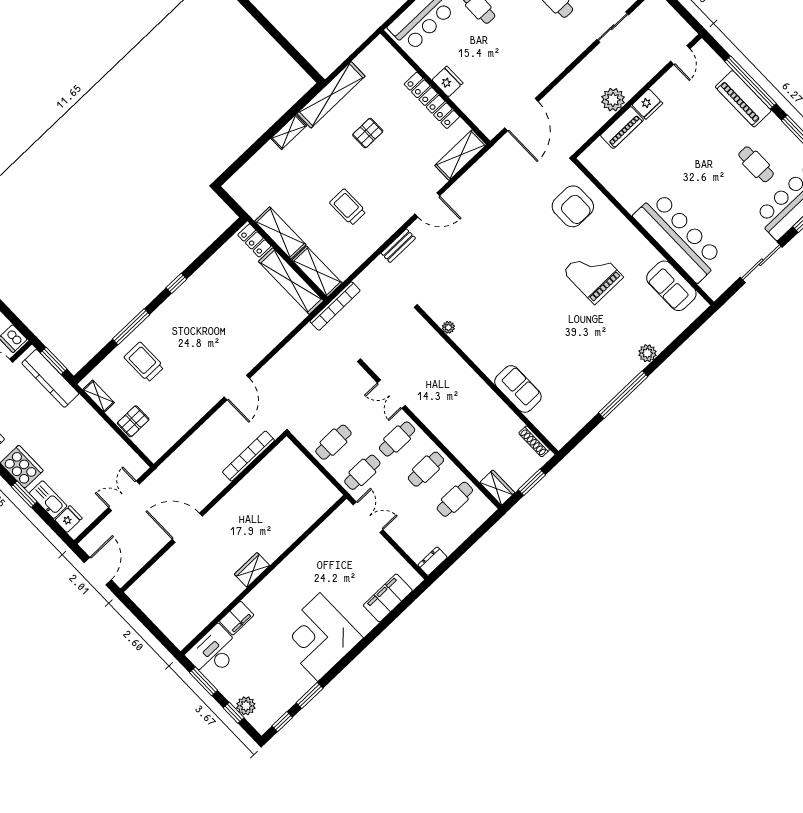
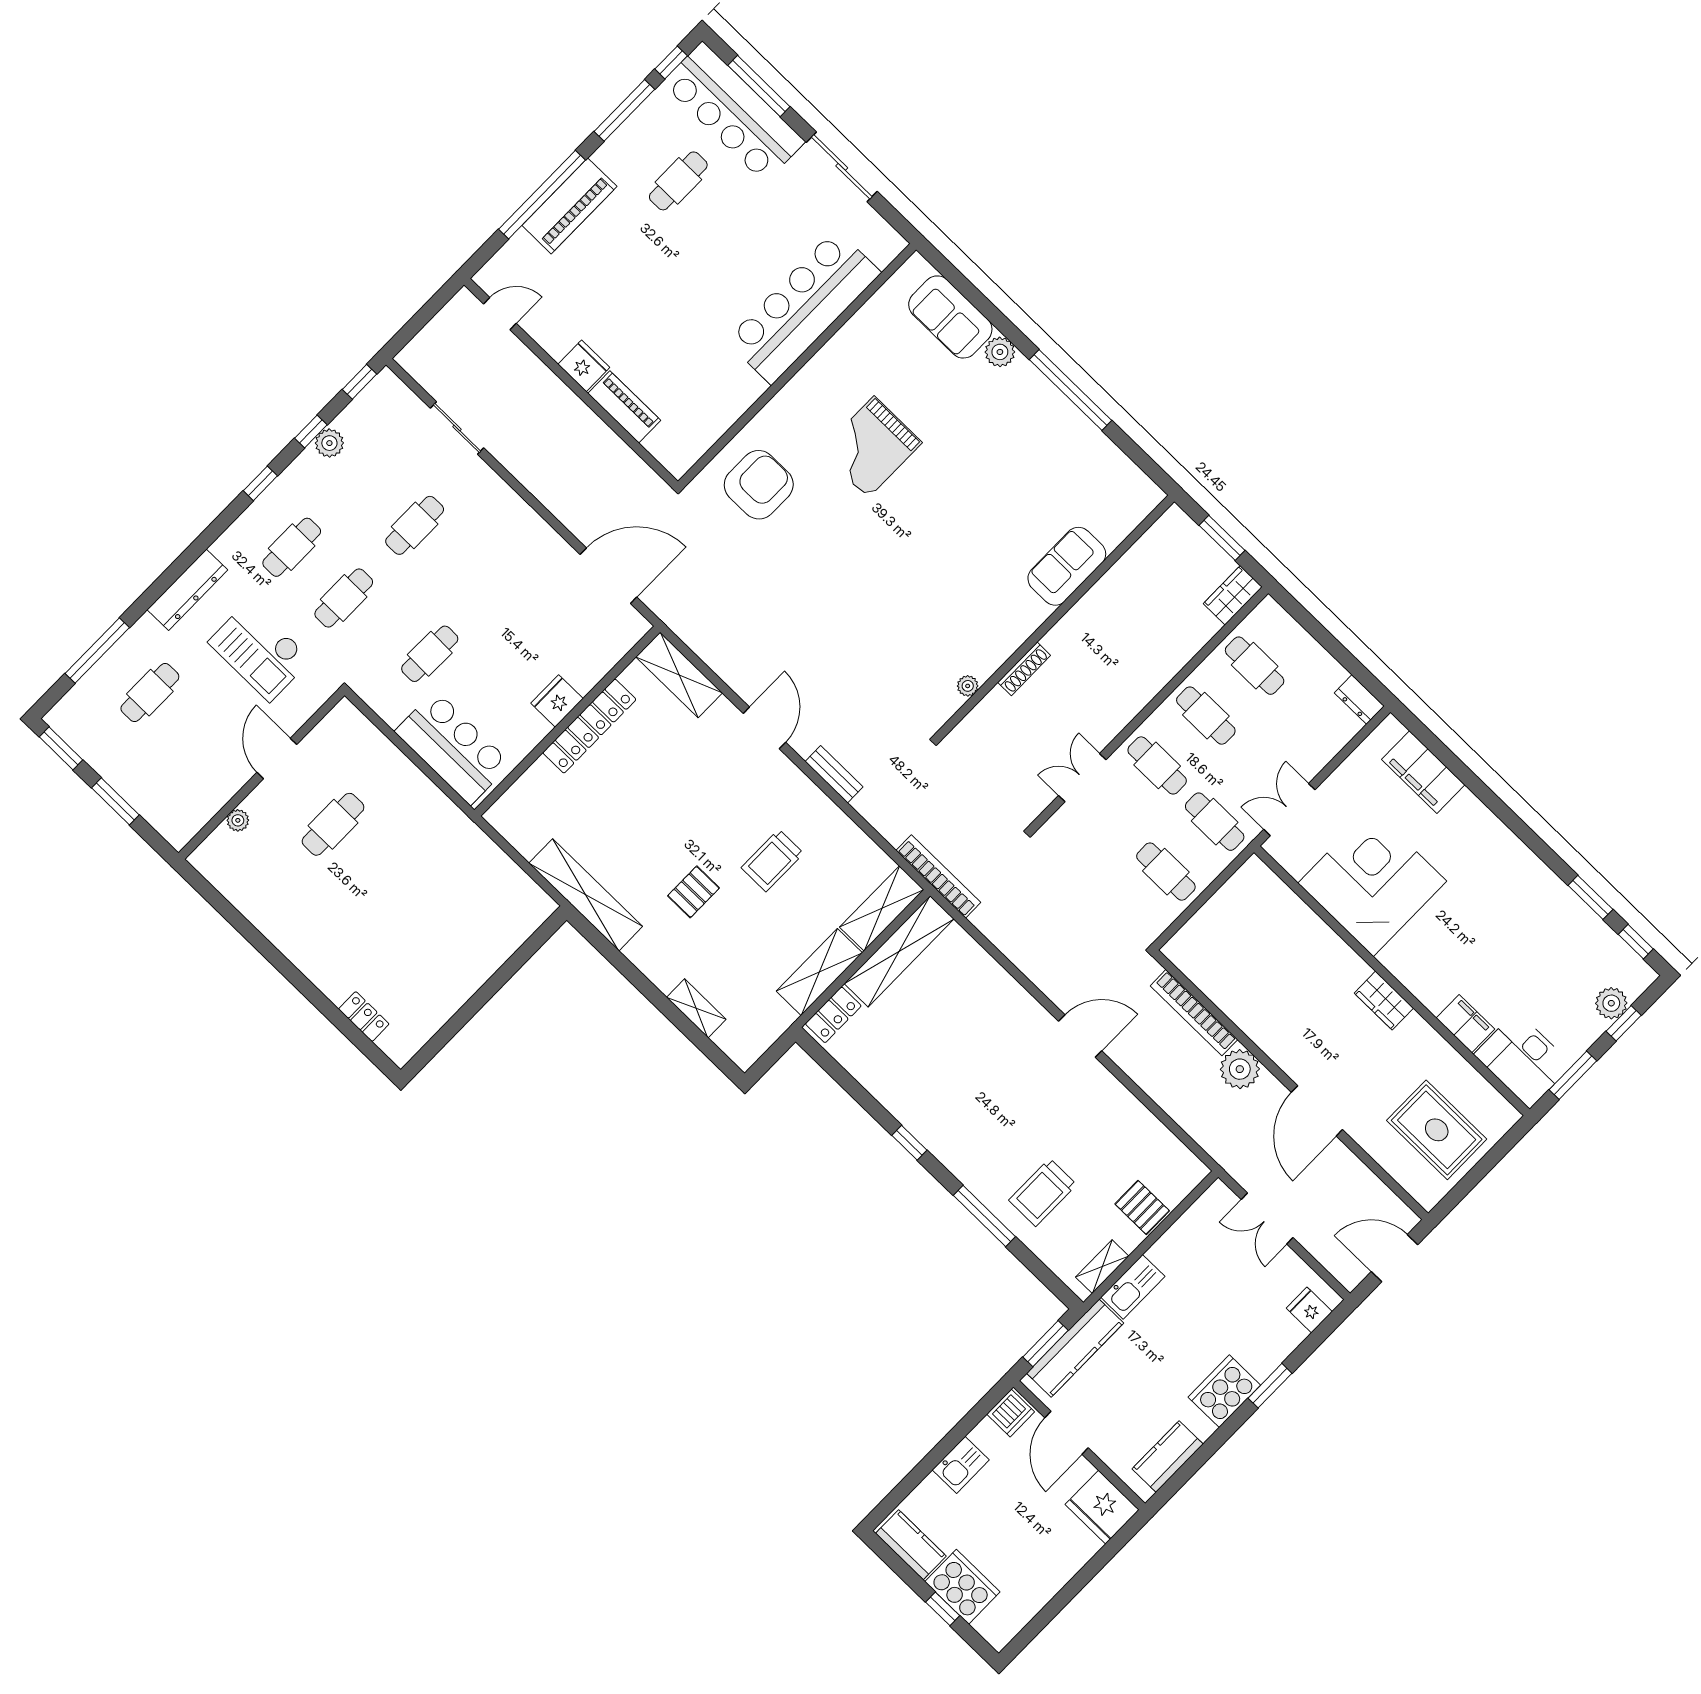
plant: (613, 100) -> (1240, 1069), moved
shelving: (289, 132) -> (696, 1008), moved
pallet: (368, 133) -> (694, 892), moved, turned 90
sofa: (671, 286) -> (950, 317), moved, turned 90
double door: (391, 394) -> (1082, 778), swing flipped
shoe rack: (534, 441) -> (1024, 669), moved
kitchen sink: (48, 500) -> (1133, 1287), moved, turned 180
rug: (174, 599) -> (1437, 1130), added
corner desk: (319, 637) -> (1372, 882), moved, turned 180

